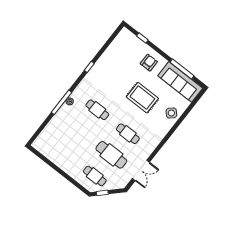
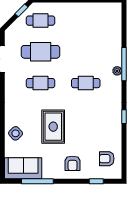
armchair: (123, 48) -> (107, 159), added
sofa: (180, 82) -> (23, 168), width x0.73
rug: (142, 98) -> (53, 127), turned 90

